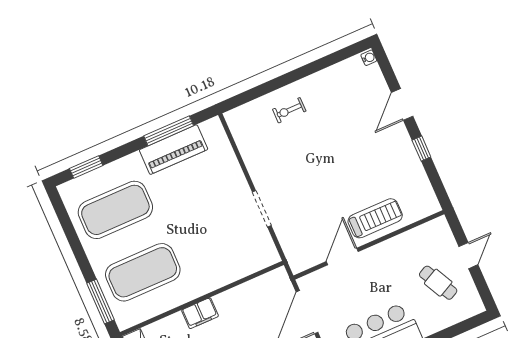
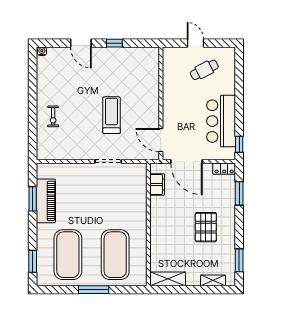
window: (169, 131) -> (33, 199), width x0.69
treadmill: (375, 218) -> (112, 115), moved
door: (342, 256) -> (161, 140), moved
window: (100, 301) -> (94, 290), moved
filing cabinet: (200, 313) -> (157, 184), moved

